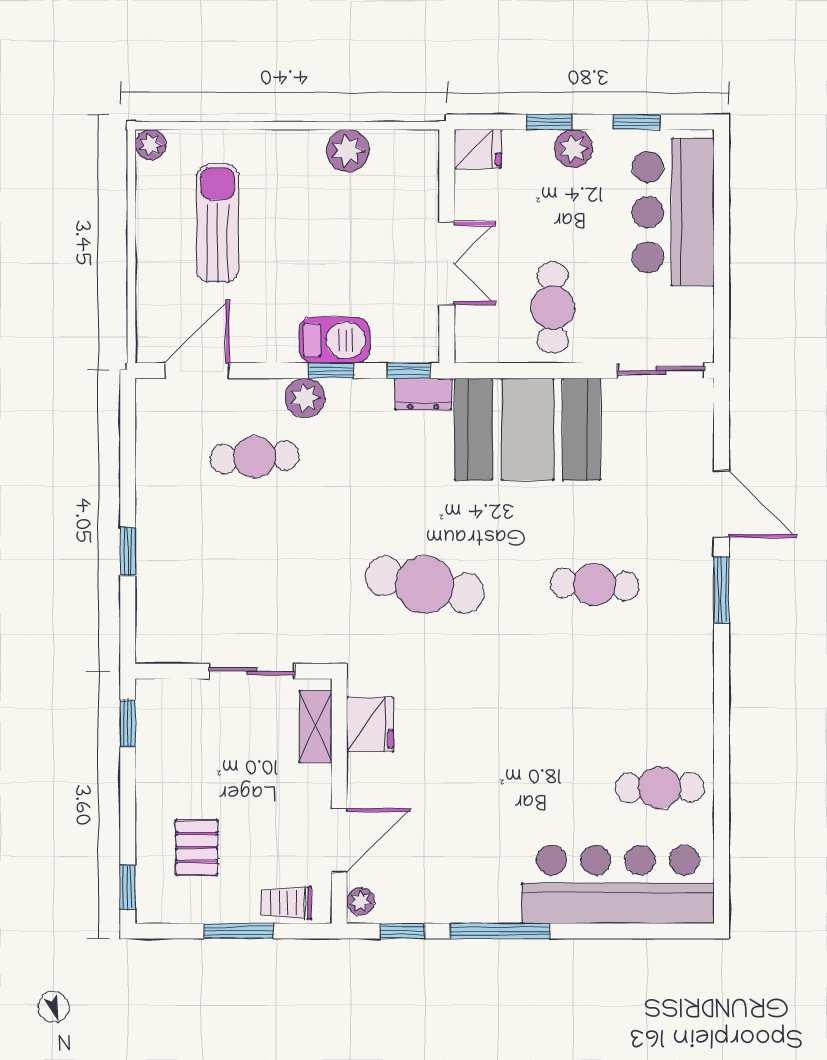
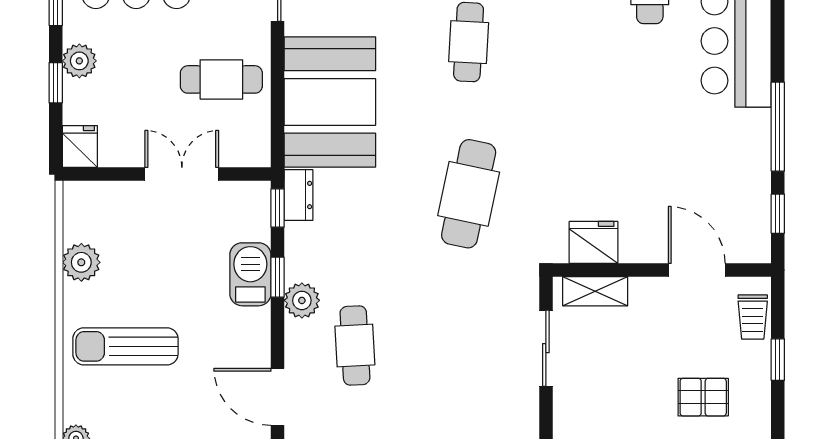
sun lounger: (218, 223) -> (125, 346), moved
plant: (361, 901) -> (751, 251), removed
window: (239, 931) -> (778, 360), width x0.67

